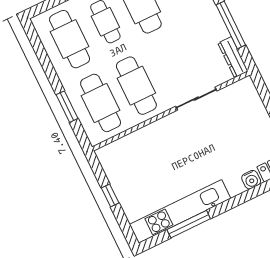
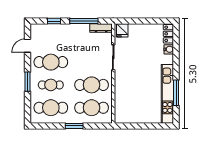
fridge: (245, 92) -> (122, 30), added
window: (67, 107) -> (74, 126), moved
window: (110, 195) -> (142, 126), removed

